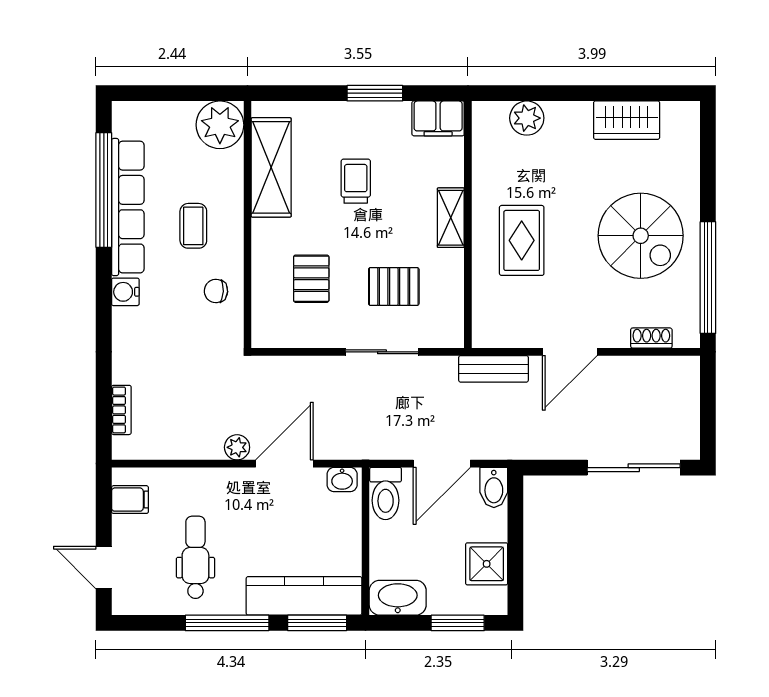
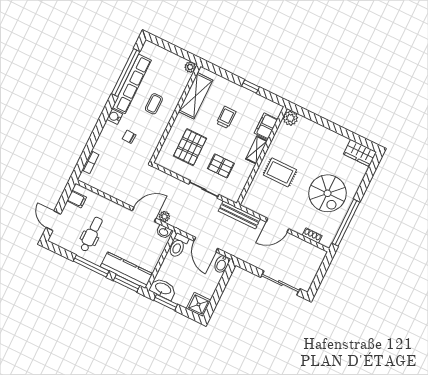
window: (375, 93) -> (250, 87), width x0.67
filing cabinet: (438, 118) -> (266, 126), moved, turned 90
plant: (527, 118) -> (290, 118), moved
wardrobe: (627, 120) -> (360, 153), moved
plant: (220, 125) -> (190, 67), width x0.53, depth x0.53
rug: (522, 240) -> (280, 172), turned 90
pallet: (311, 279) -> (190, 147), width x1.50, depth x1.42
chair: (216, 291) -> (129, 137), moved
bench: (493, 369) -> (239, 215), width x1.36
plant: (237, 447) -> (164, 216), moved
door: (442, 464) -> (206, 245), hinge flipped
shower: (487, 564) -> (198, 304), moved
window: (458, 623) -> (166, 302), moved

